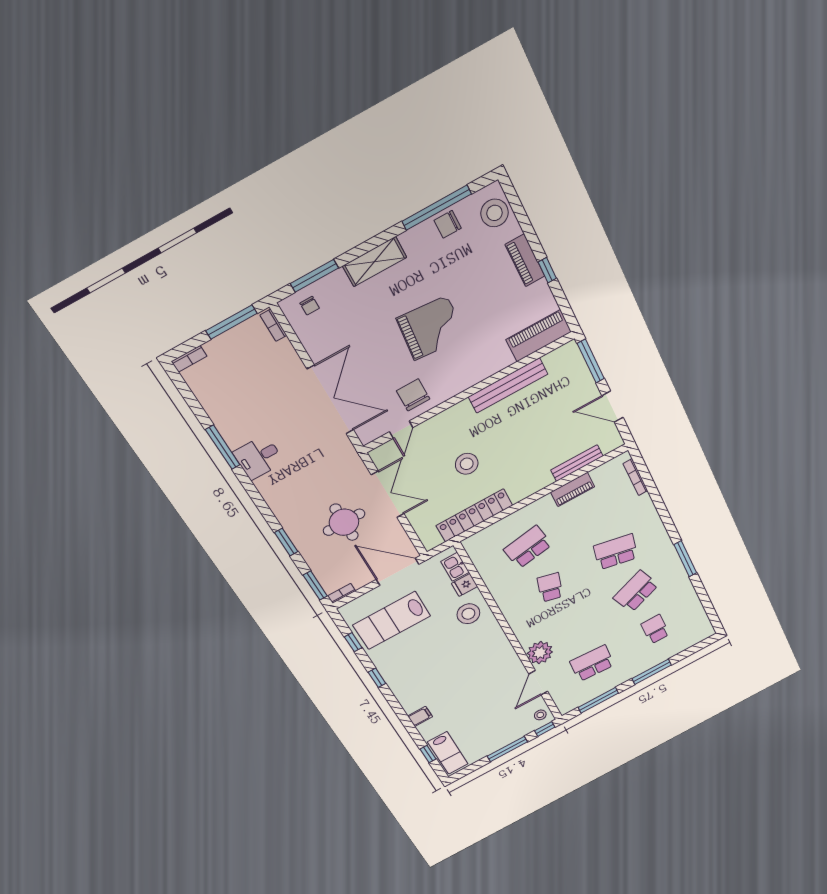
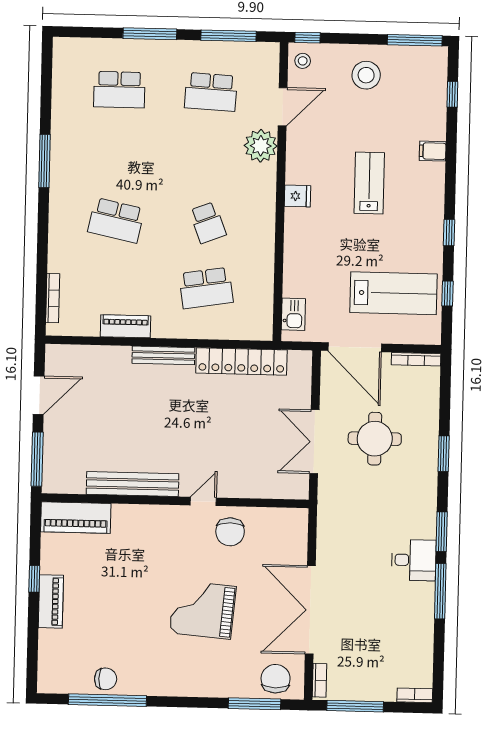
stool: (494, 213) -> (56, 664), removed
shelving: (375, 262) -> (192, 684), removed
chair: (310, 306) -> (276, 679), width x1.87, depth x1.87
grand piano: (431, 328) -> (203, 610), moved
double door: (330, 400) -> (310, 610), moved
door: (613, 407) -> (39, 395), hinge flipped
door: (401, 430) -> (203, 501), moved
bench: (577, 463) -> (163, 355), moved
stool: (467, 464) -> (218, 425), removed
fridge: (465, 585) -> (297, 196), moved
window: (315, 586) -> (442, 532), moved
school desk: (550, 587) -> (208, 223), turned -36
school desk: (636, 591) -> (118, 155), removed
bookcase: (342, 593) -> (416, 359), width x1.56
stool: (468, 614) -> (366, 75), moved
school desk: (655, 629) -> (119, 90), width x1.85
window: (507, 749) -> (415, 40), moved
lab bench: (448, 753) -> (369, 183), moved

